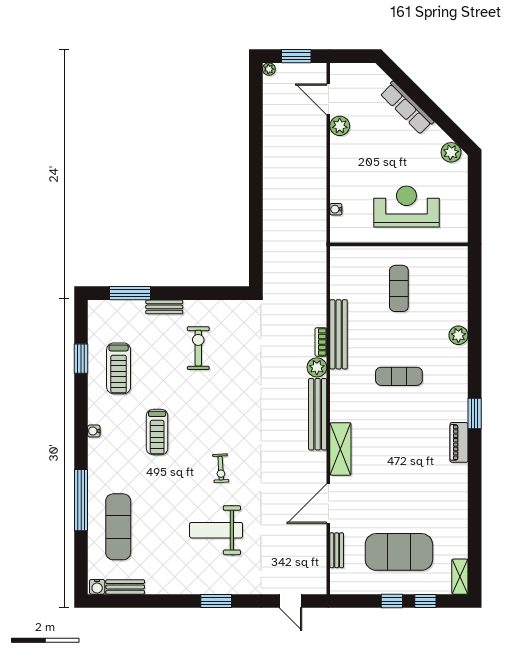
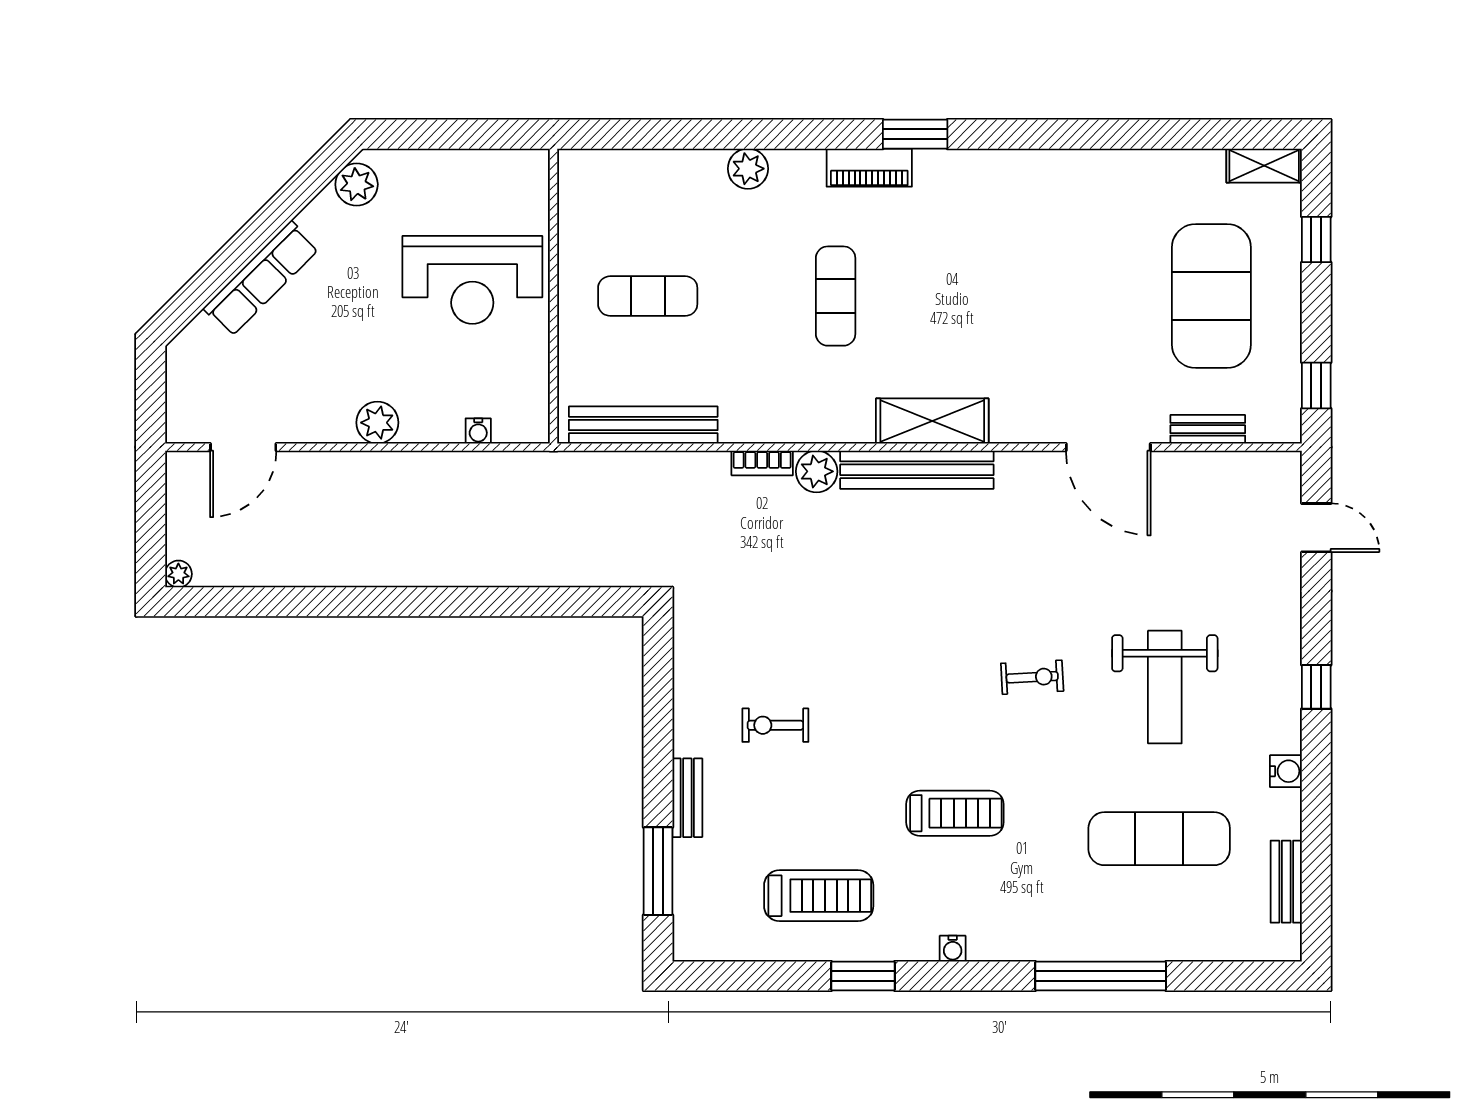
window: (296, 56) -> (151, 516), removed
plant: (340, 126) -> (377, 423), moved
reception desk: (406, 206) -> (472, 280), turned -90
bench: (339, 334) -> (643, 425), moved
exercise bike: (198, 348) -> (775, 725), width x0.73, depth x0.72
window: (81, 359) -> (863, 976), moved
piano: (459, 442) -> (869, 168), moved
shelving: (340, 449) -> (932, 421), moved
exercise mat: (118, 527) -> (1159, 839), moved
water cooler: (97, 587) -> (1286, 771), moved
window: (216, 601) -> (1316, 687), width x0.67
door: (291, 601) -> (1316, 528), hinge flipped
window: (392, 601) -> (1316, 385), moved

